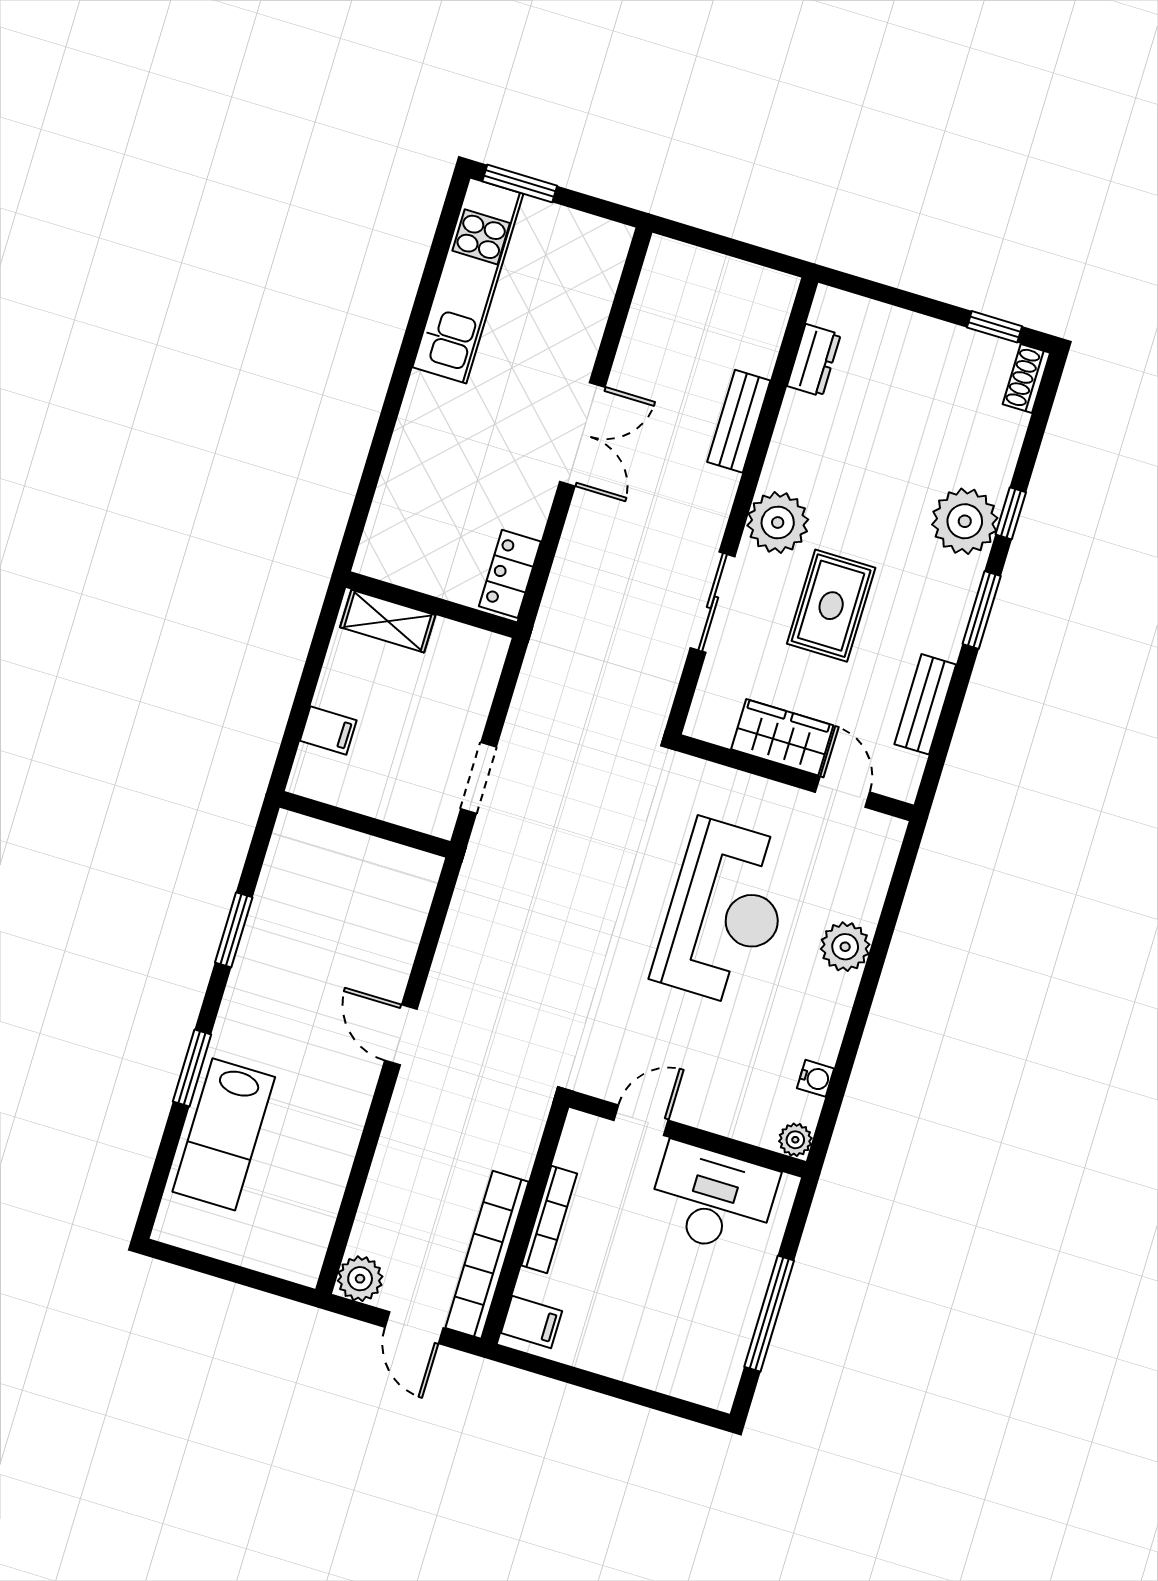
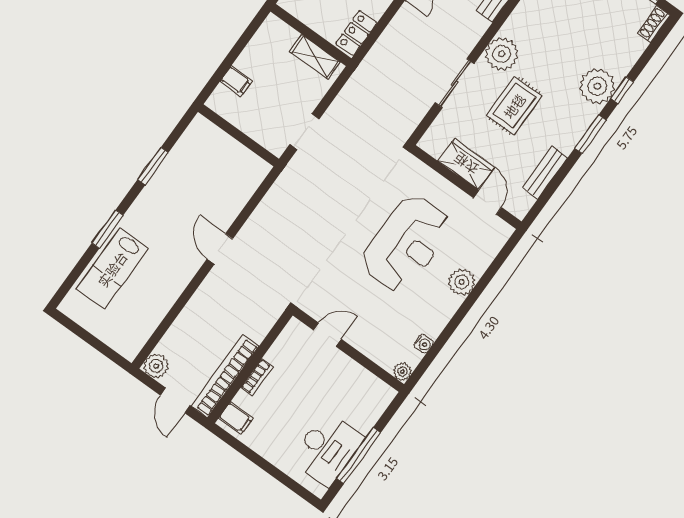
shelving: (388, 621) -> (315, 57), moved
desk: (712, 1199) -> (327, 449), moved, turned 90
bookcase: (549, 1219) -> (257, 377), width x0.64

